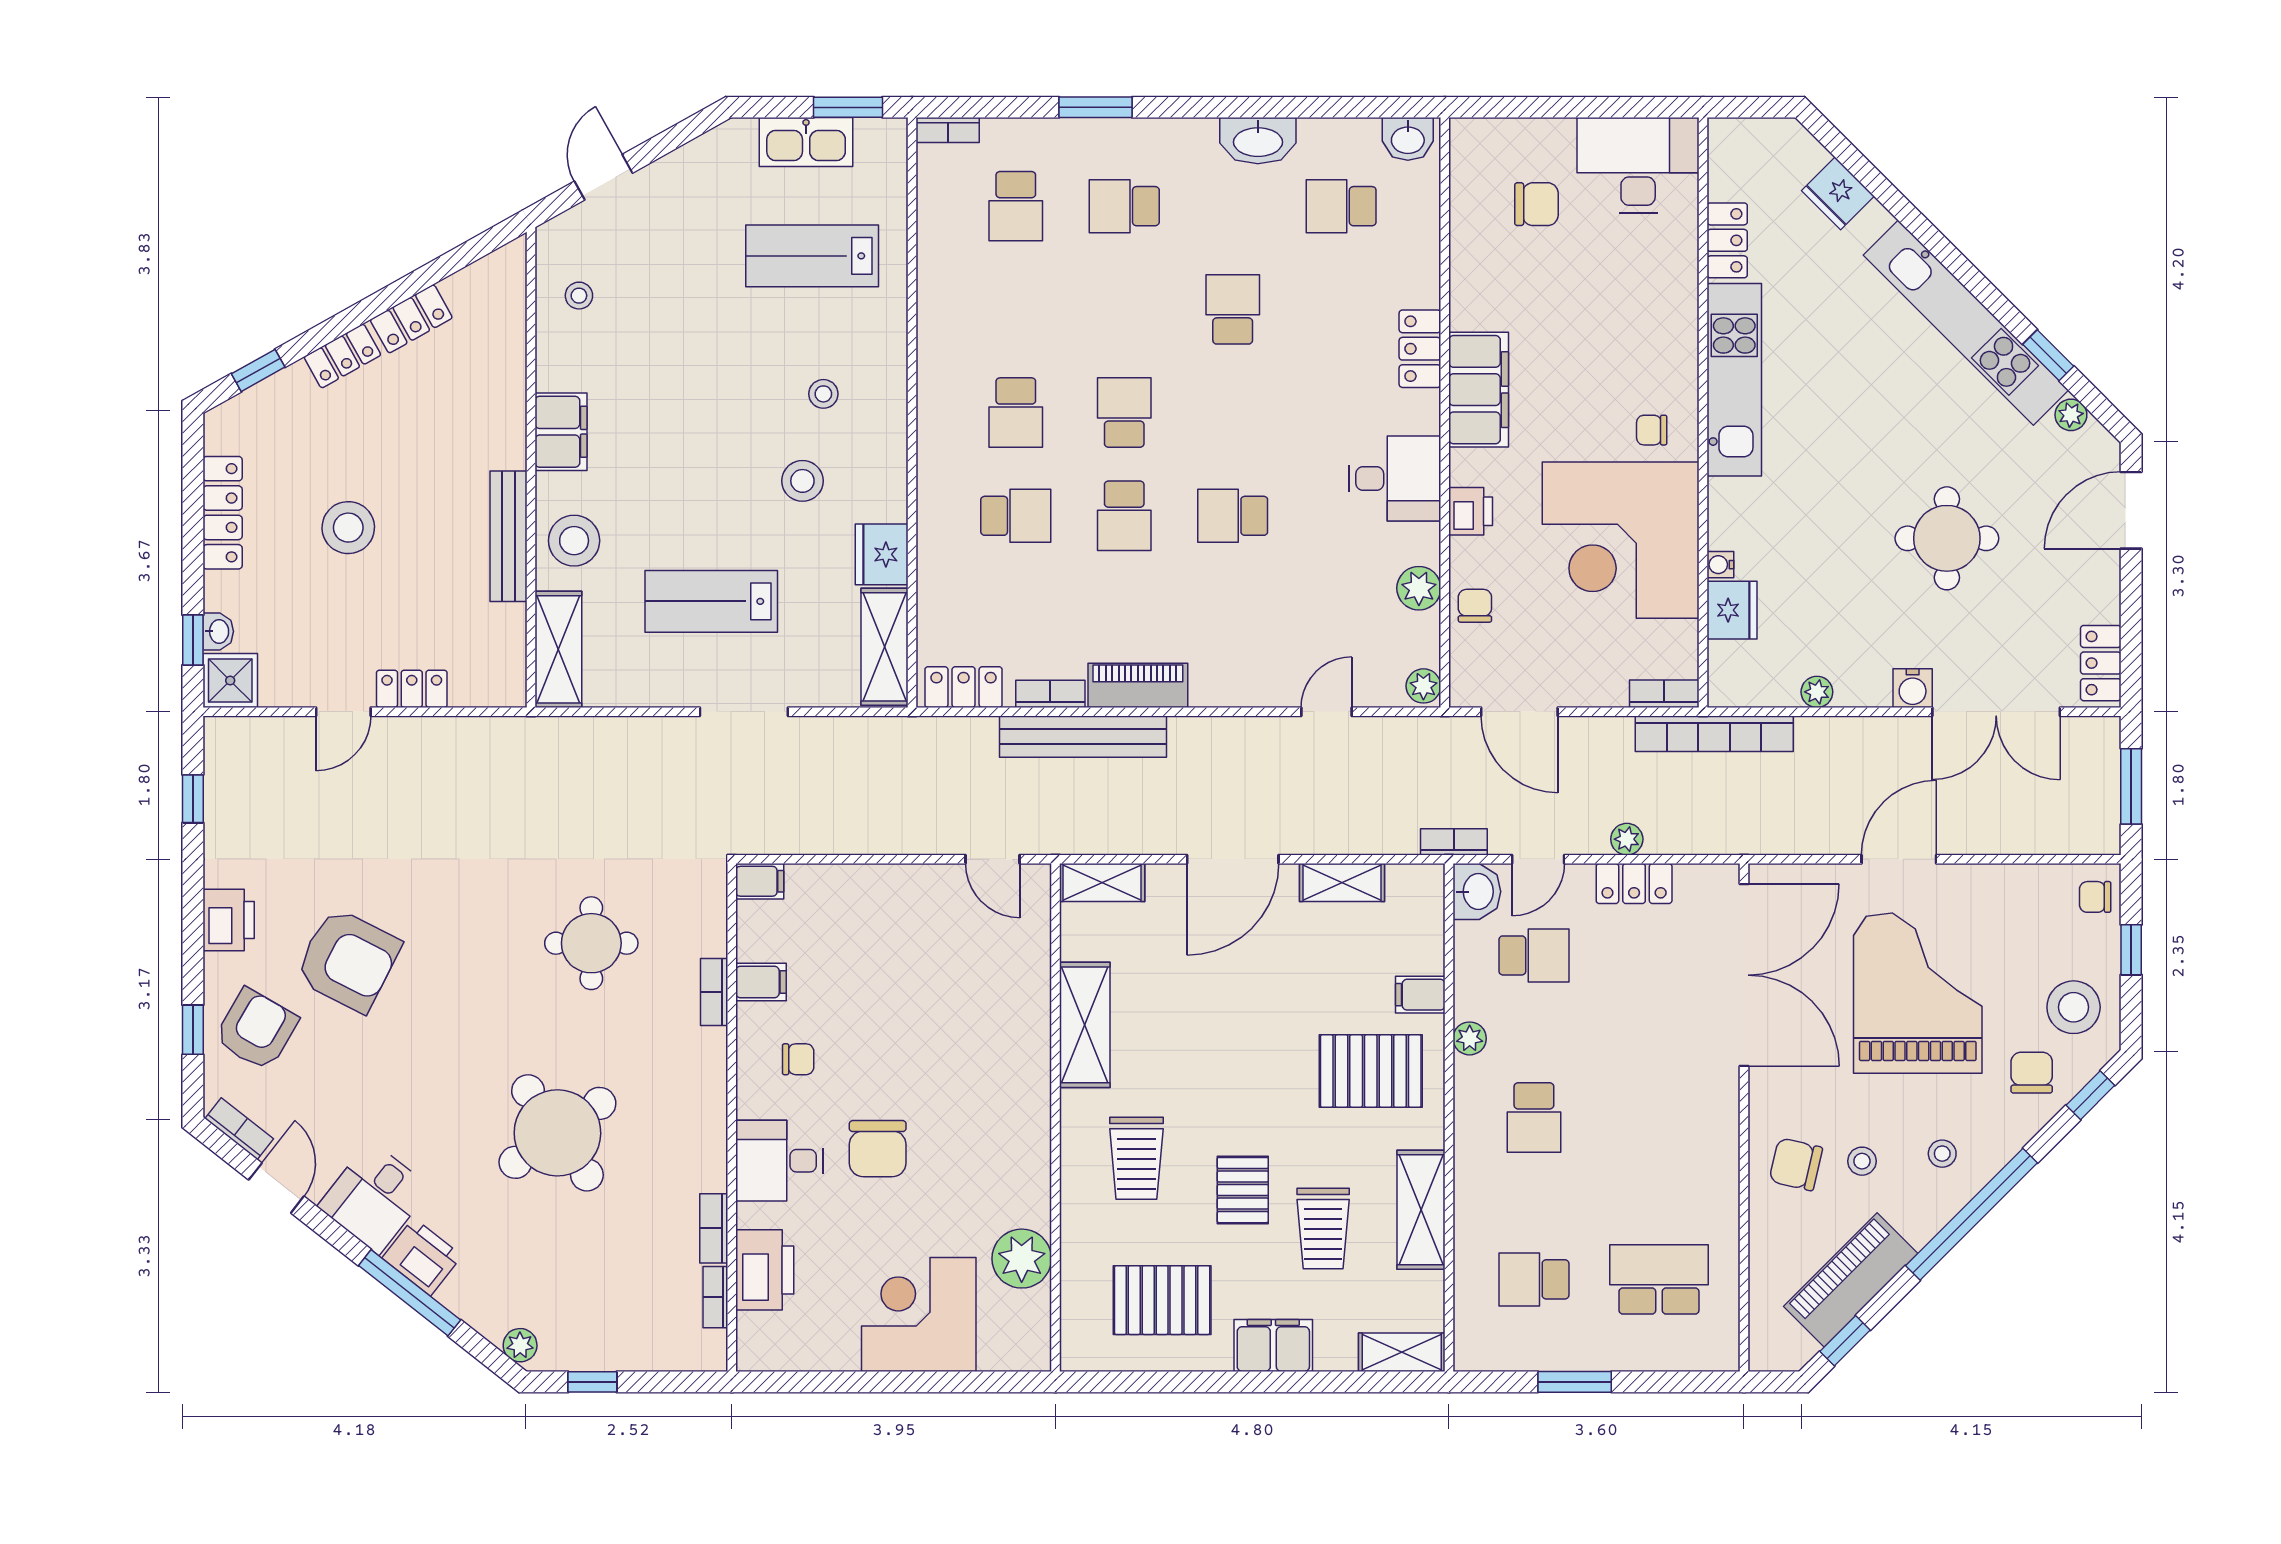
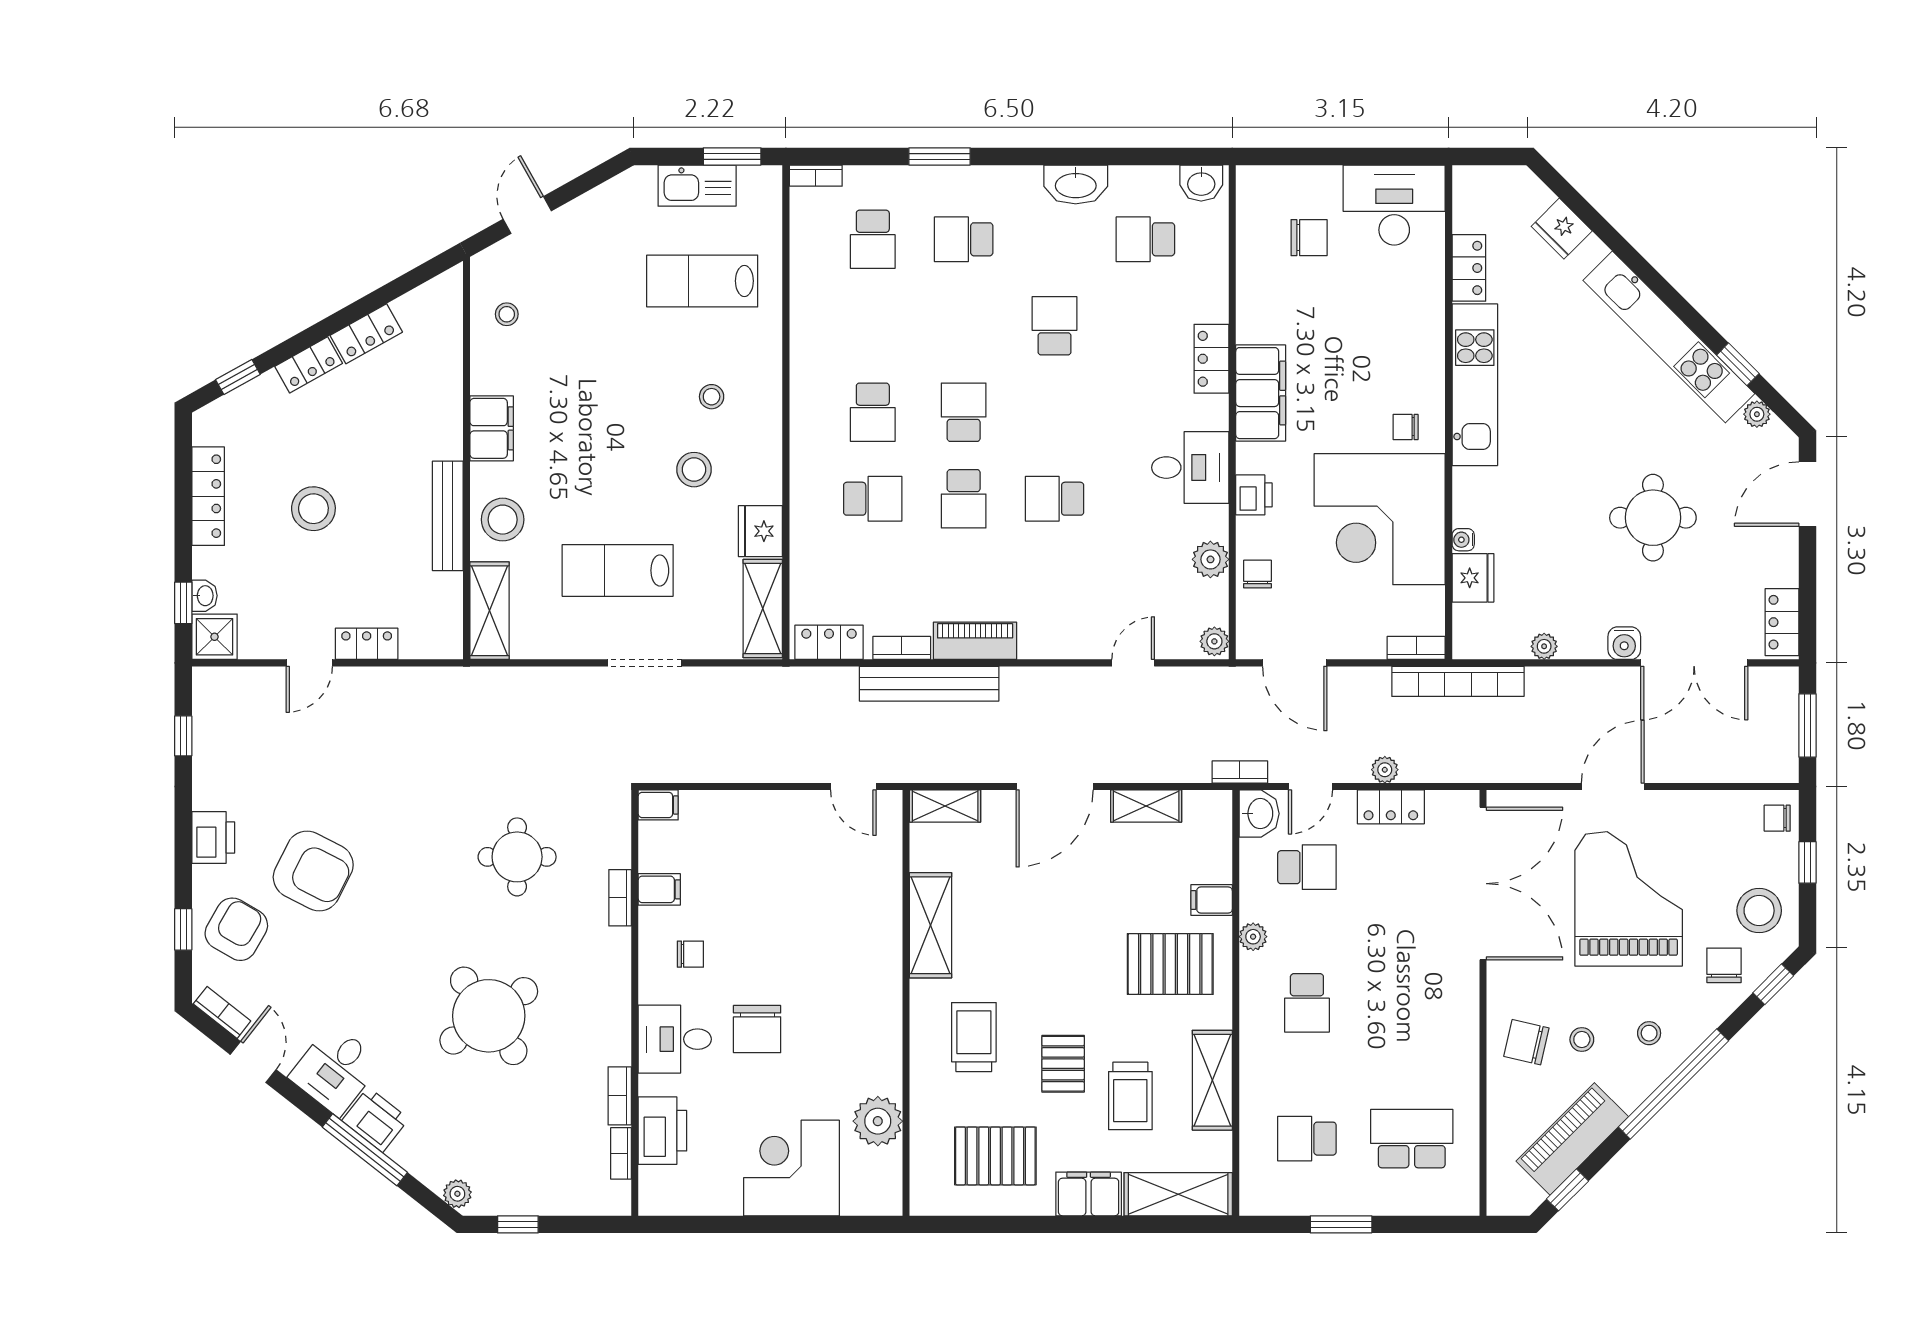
trolley: (1136, 1158) -> (974, 1037), turned 180
shelving: (1402, 1352) -> (1178, 1194), width x1.50, depth x1.33

